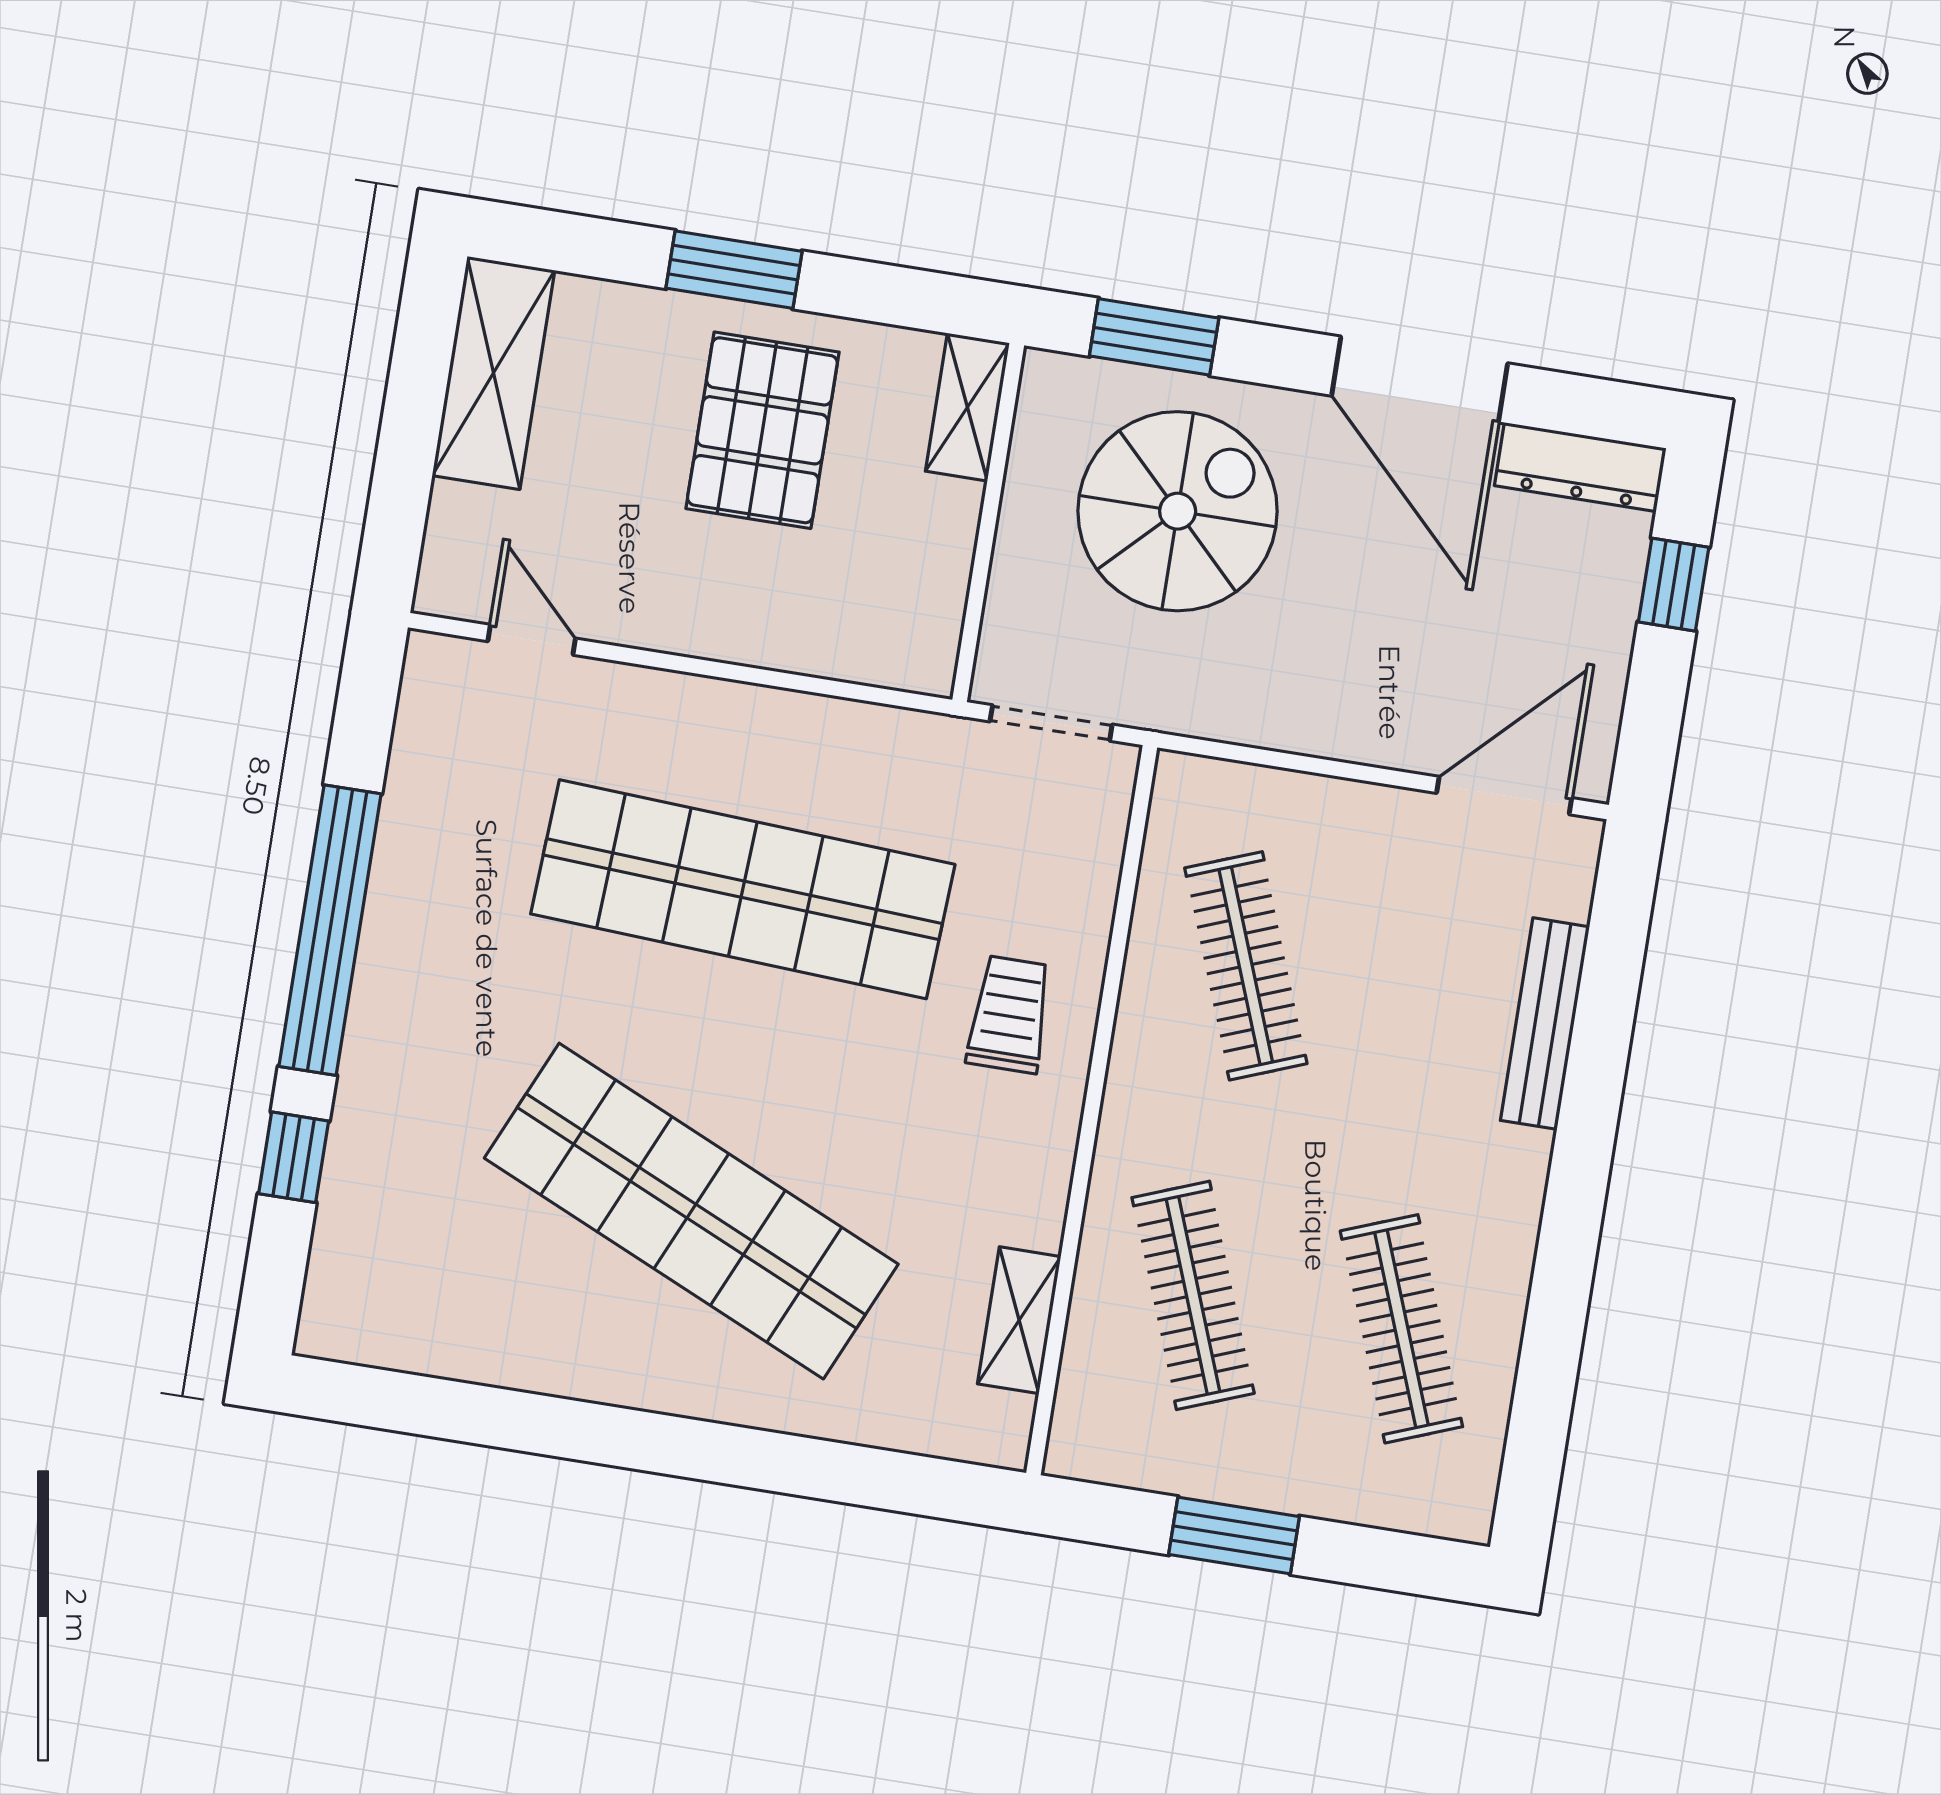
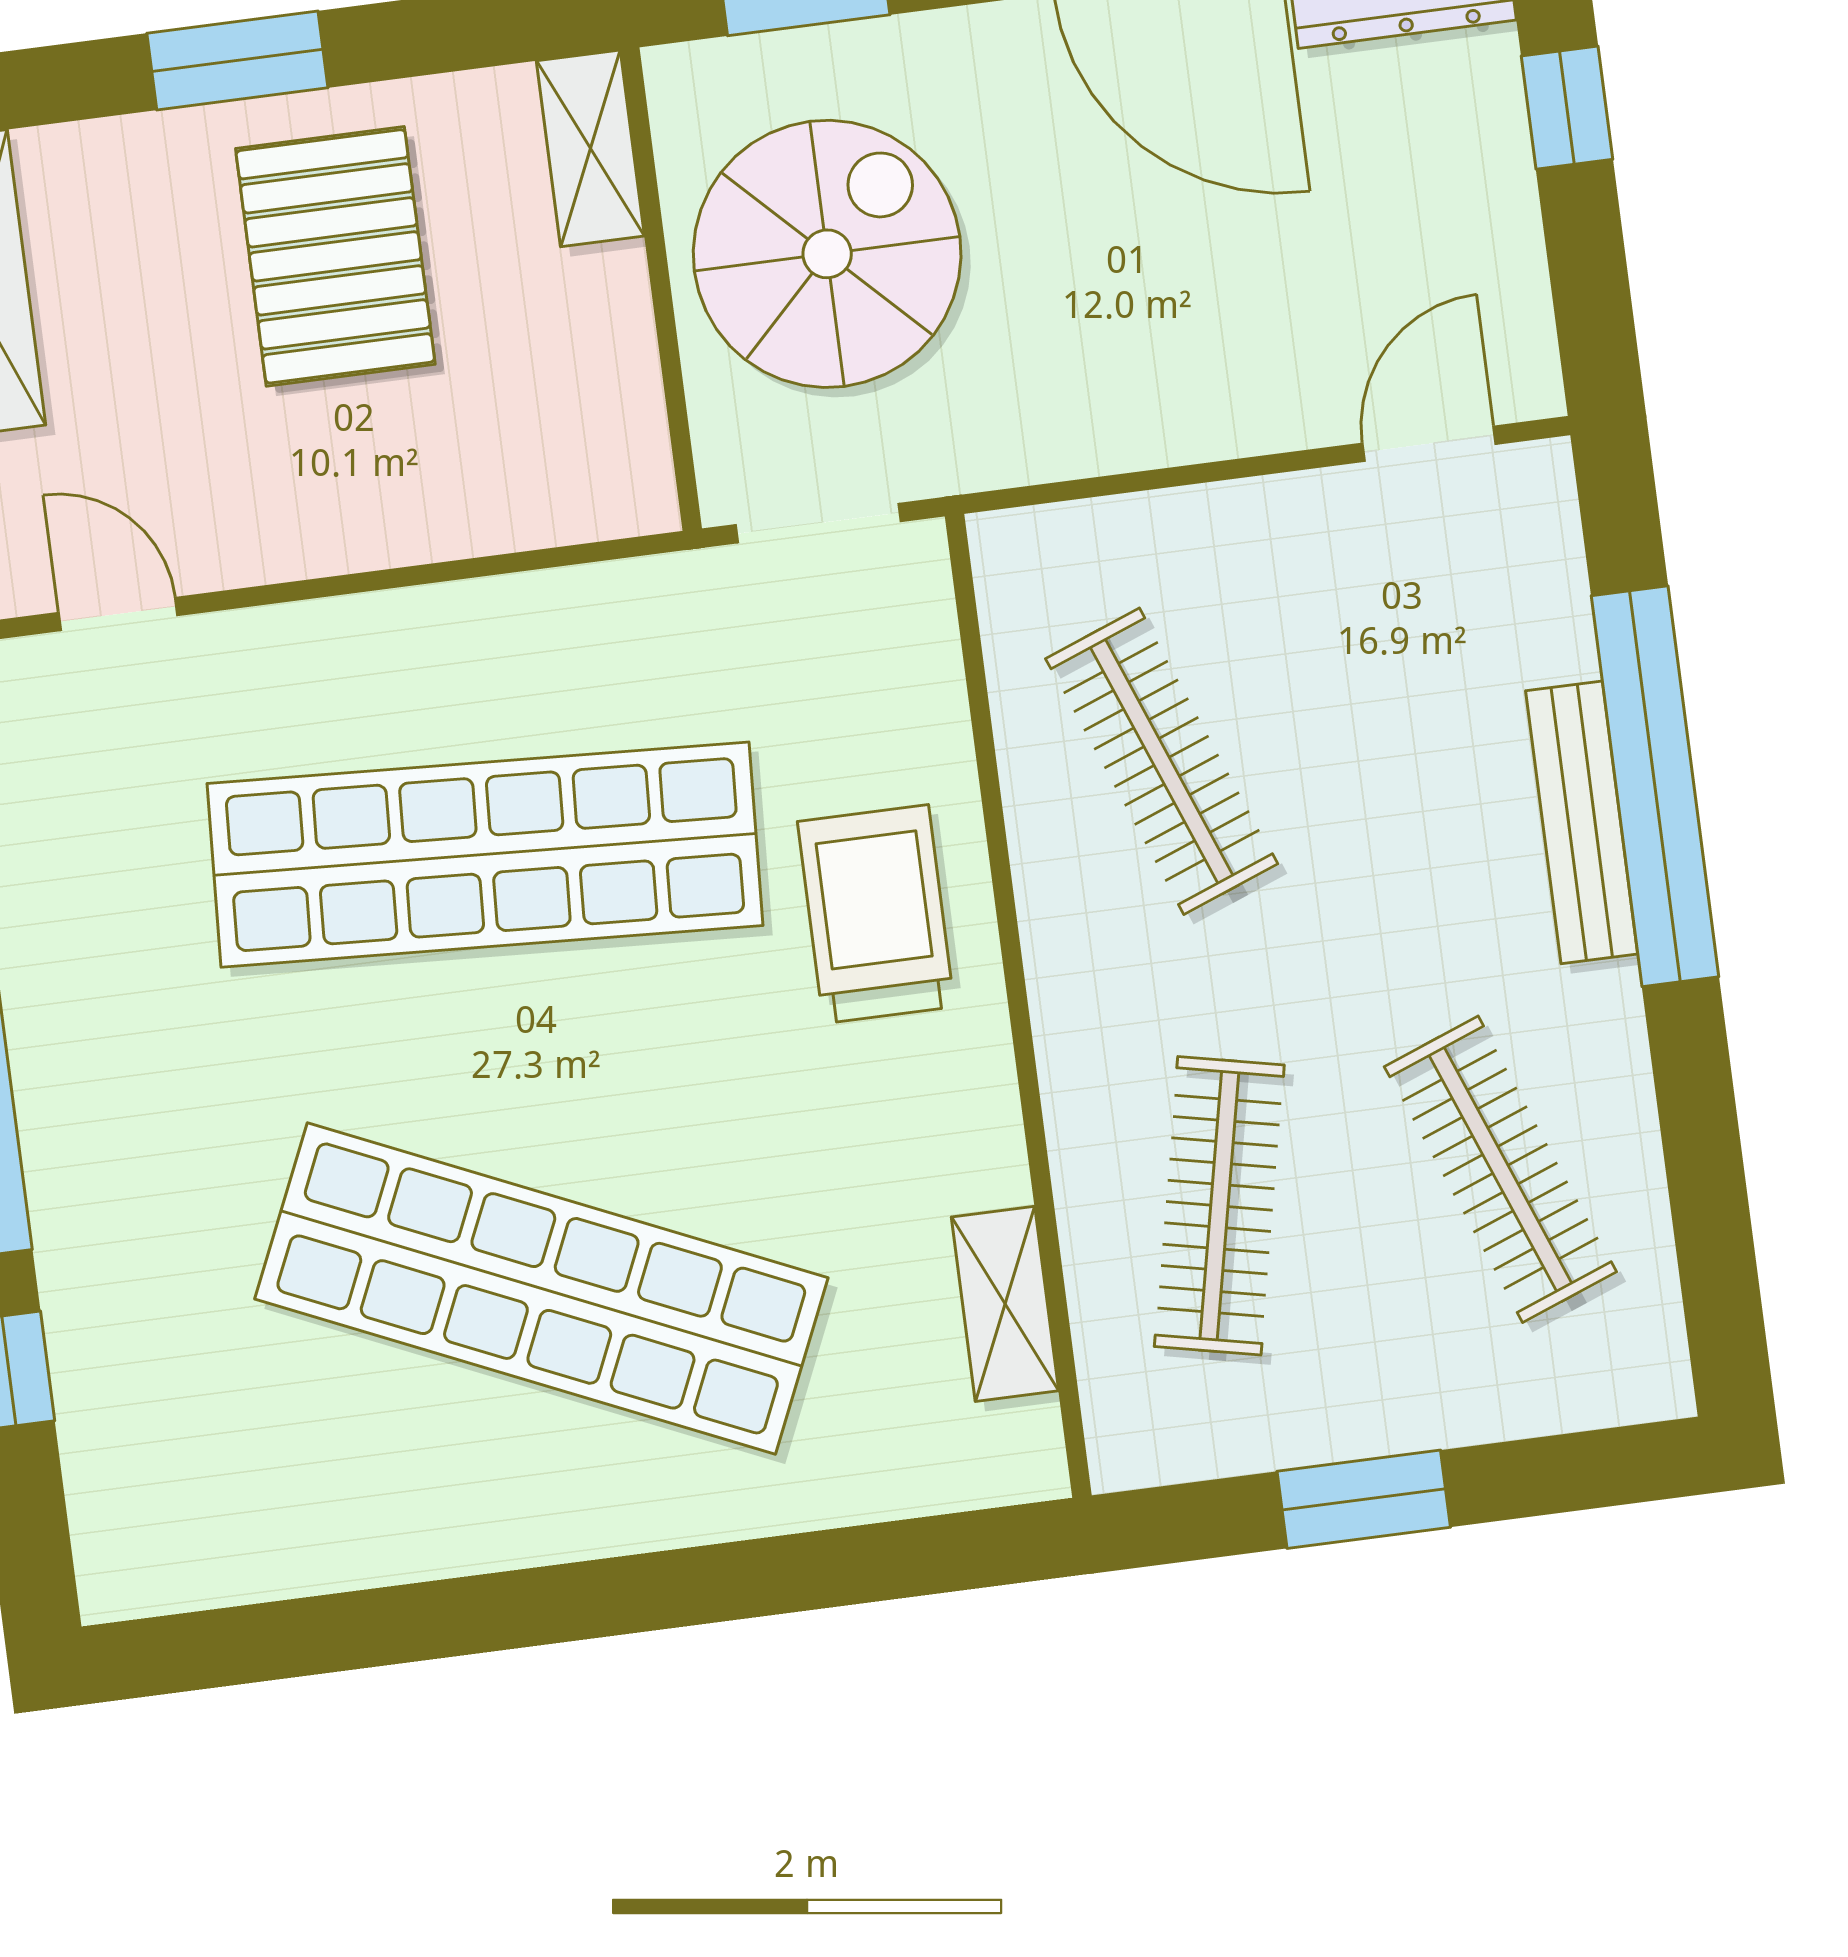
spiral stairs: (1178, 511) -> (827, 254), moved
door: (1504, 796) -> (1429, 444), width x0.73
trolley: (1009, 1014) -> (876, 914), width x1.36, depth x1.39
bench: (1545, 1024) -> (1582, 822), moved
window: (1593, 1088) -> (1655, 786), added
clothes rail: (1193, 1295) -> (1219, 1206), turned 33

